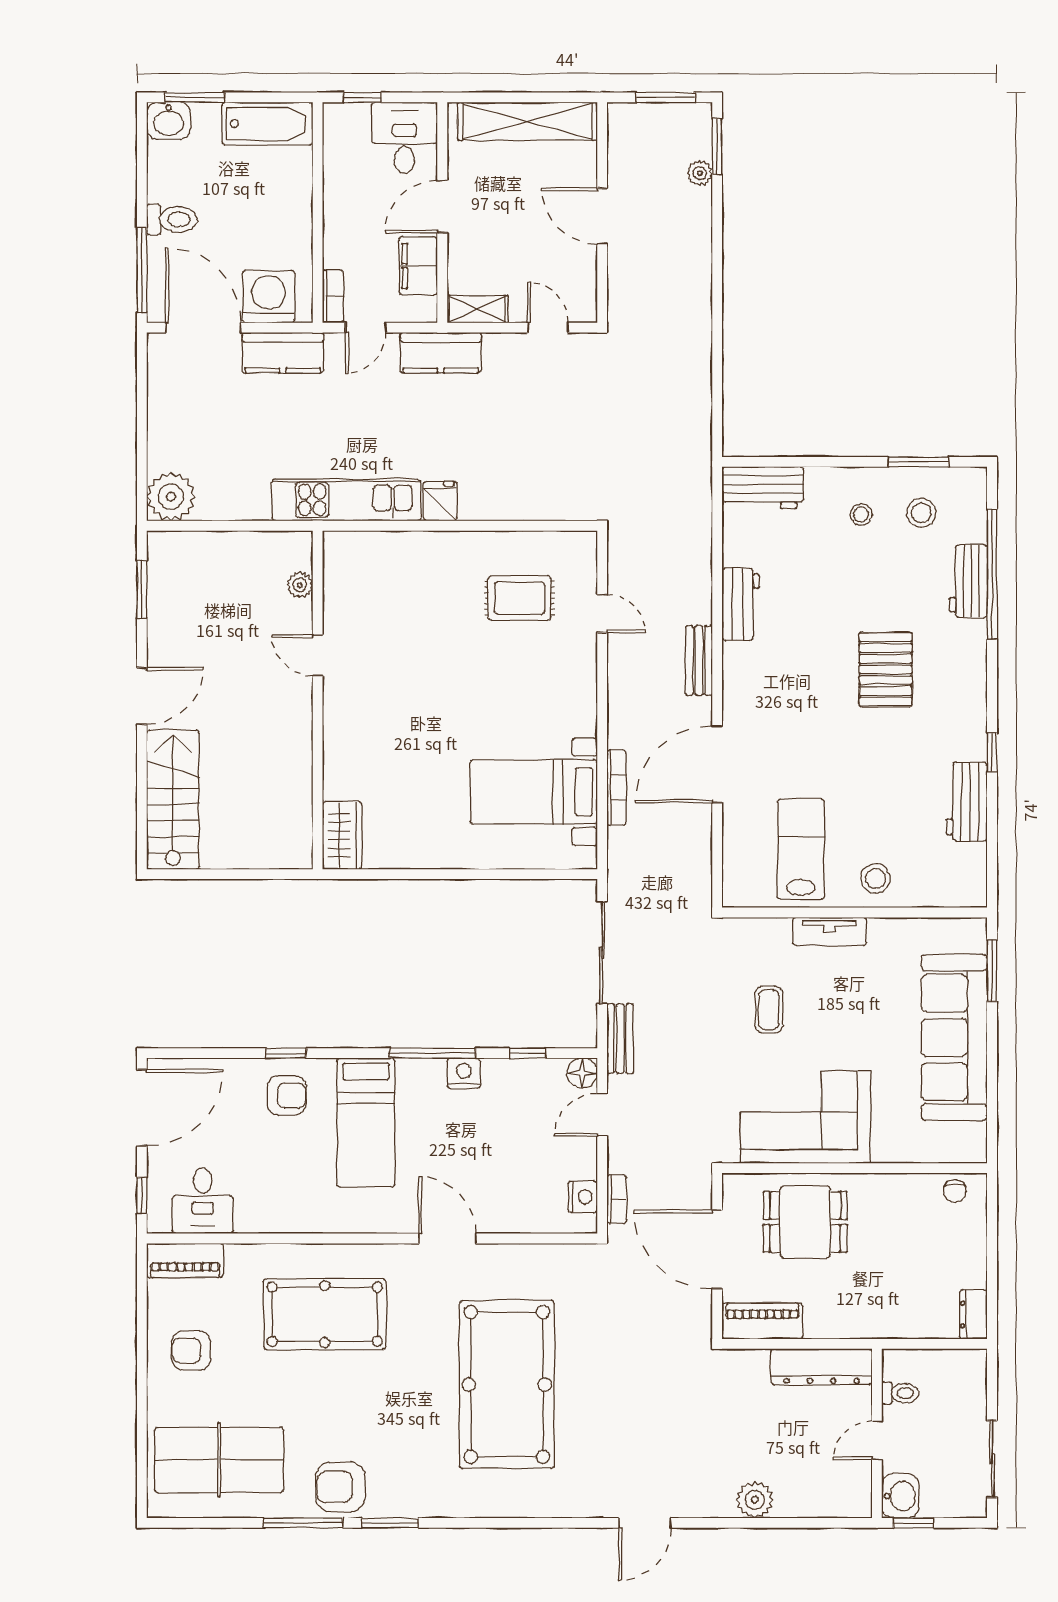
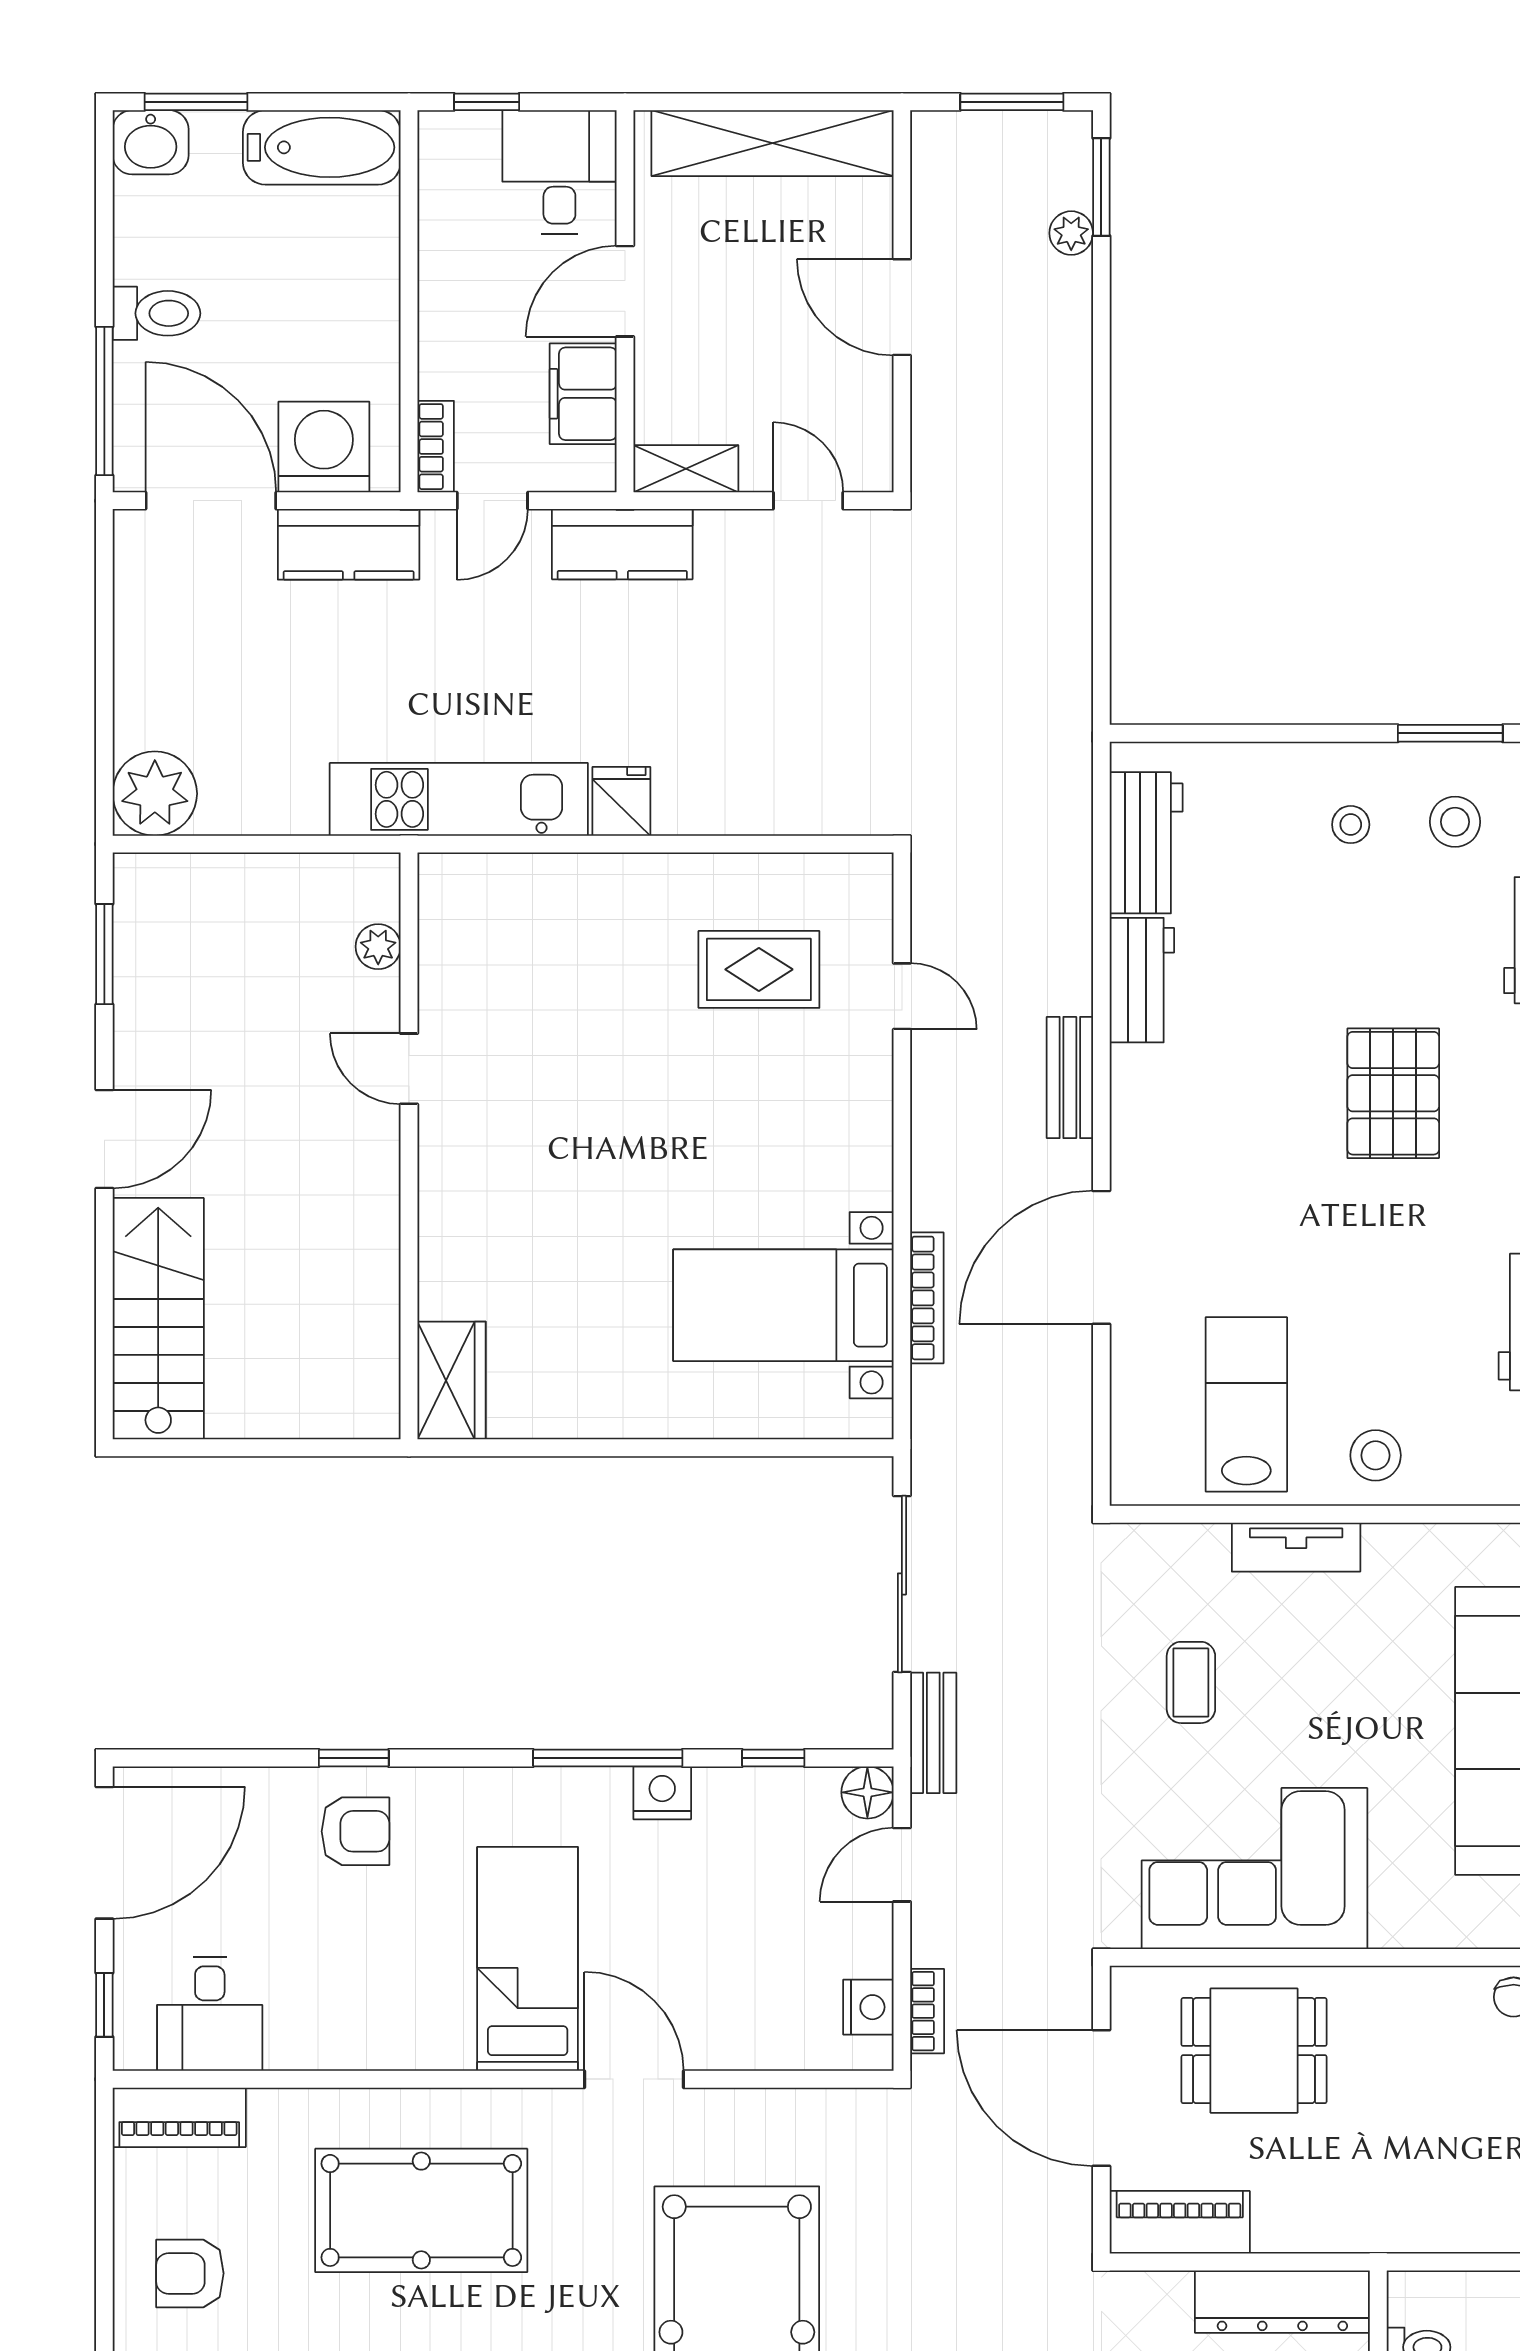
workbench: (763, 488) -> (1146, 843), moved, turned -90
bed: (366, 1123) -> (528, 1959), moved, turned 180

